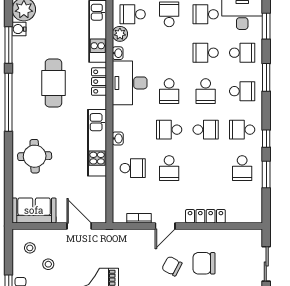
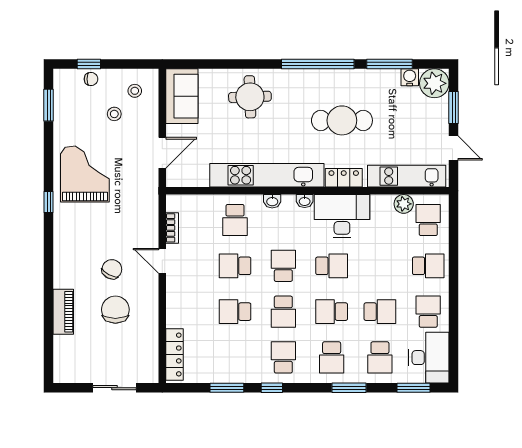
washbasin: (118, 53) -> (305, 201), moved
school desk: (206, 53) -> (380, 312), turned 90
school desk: (169, 91) -> (332, 266), turned 180
kitchen unit: (97, 143) -> (267, 175), width x1.36
school desk: (242, 168) -> (235, 312), moved
locker: (205, 216) -> (175, 354), moved

